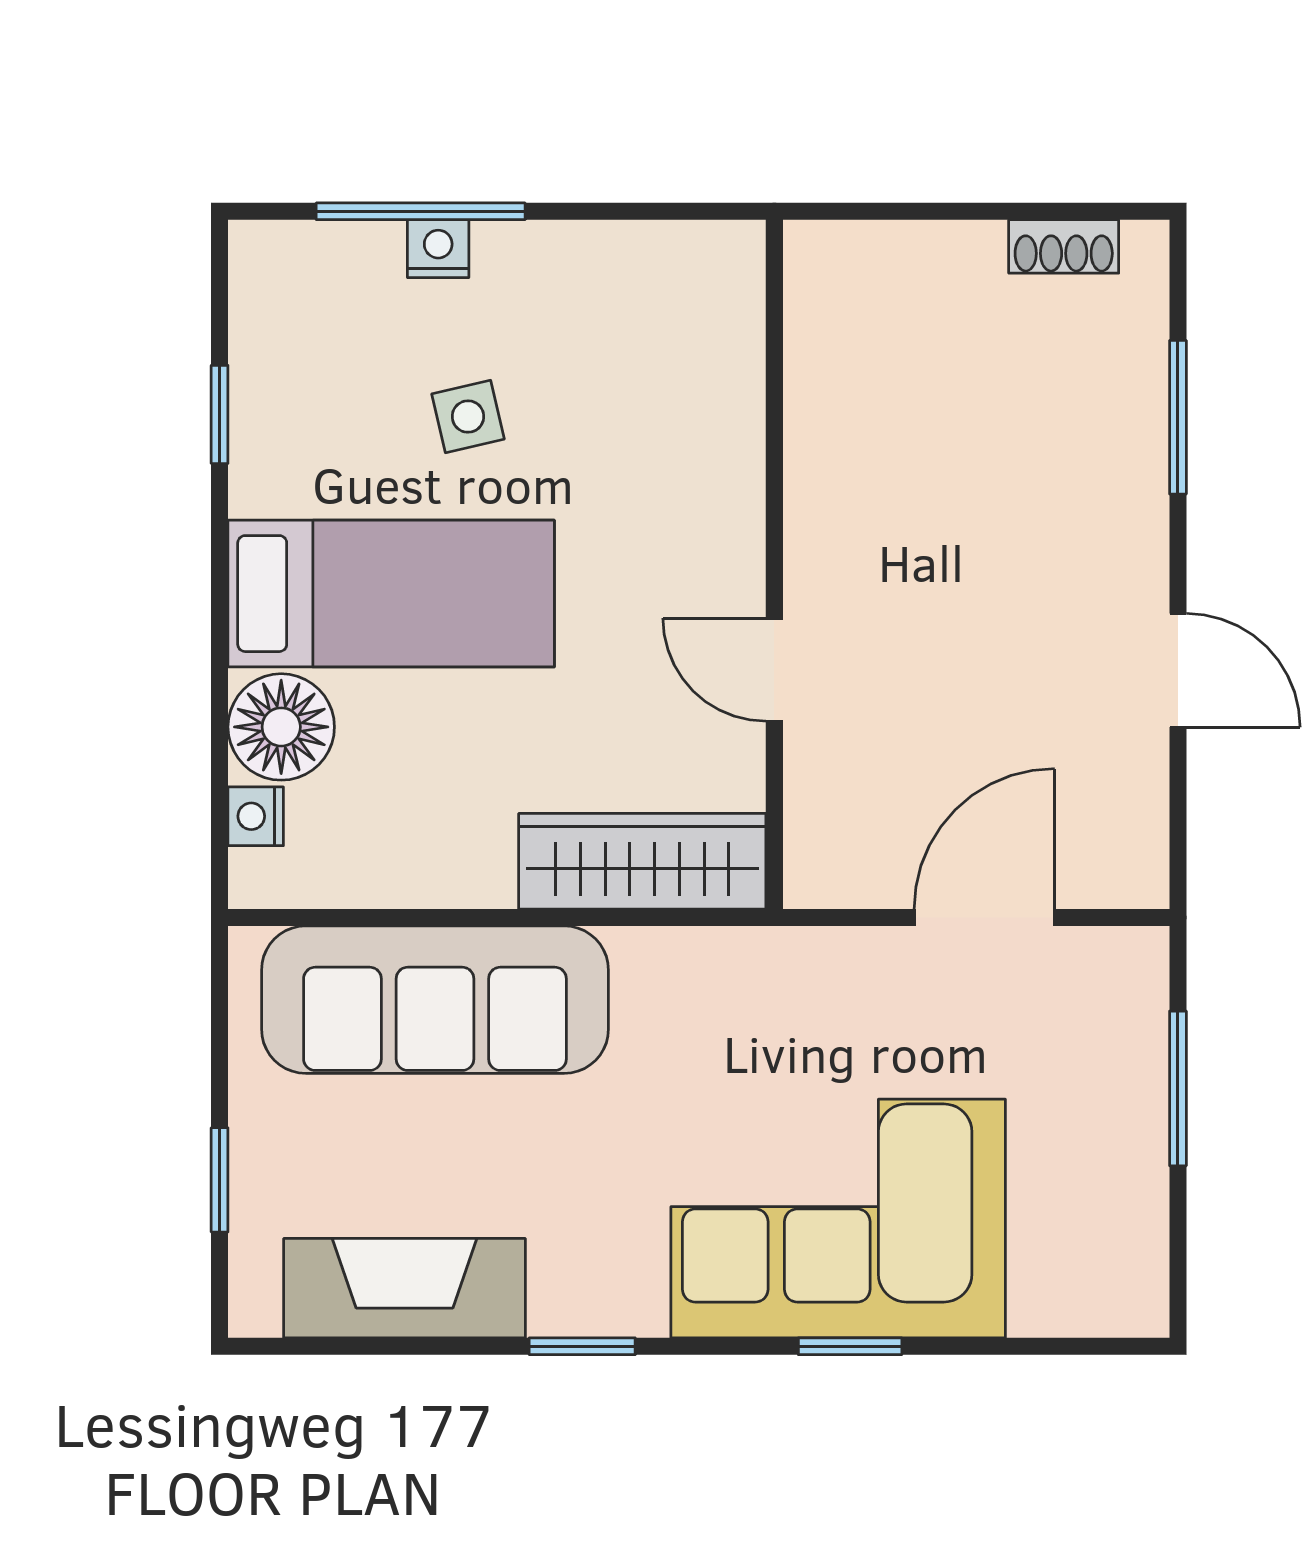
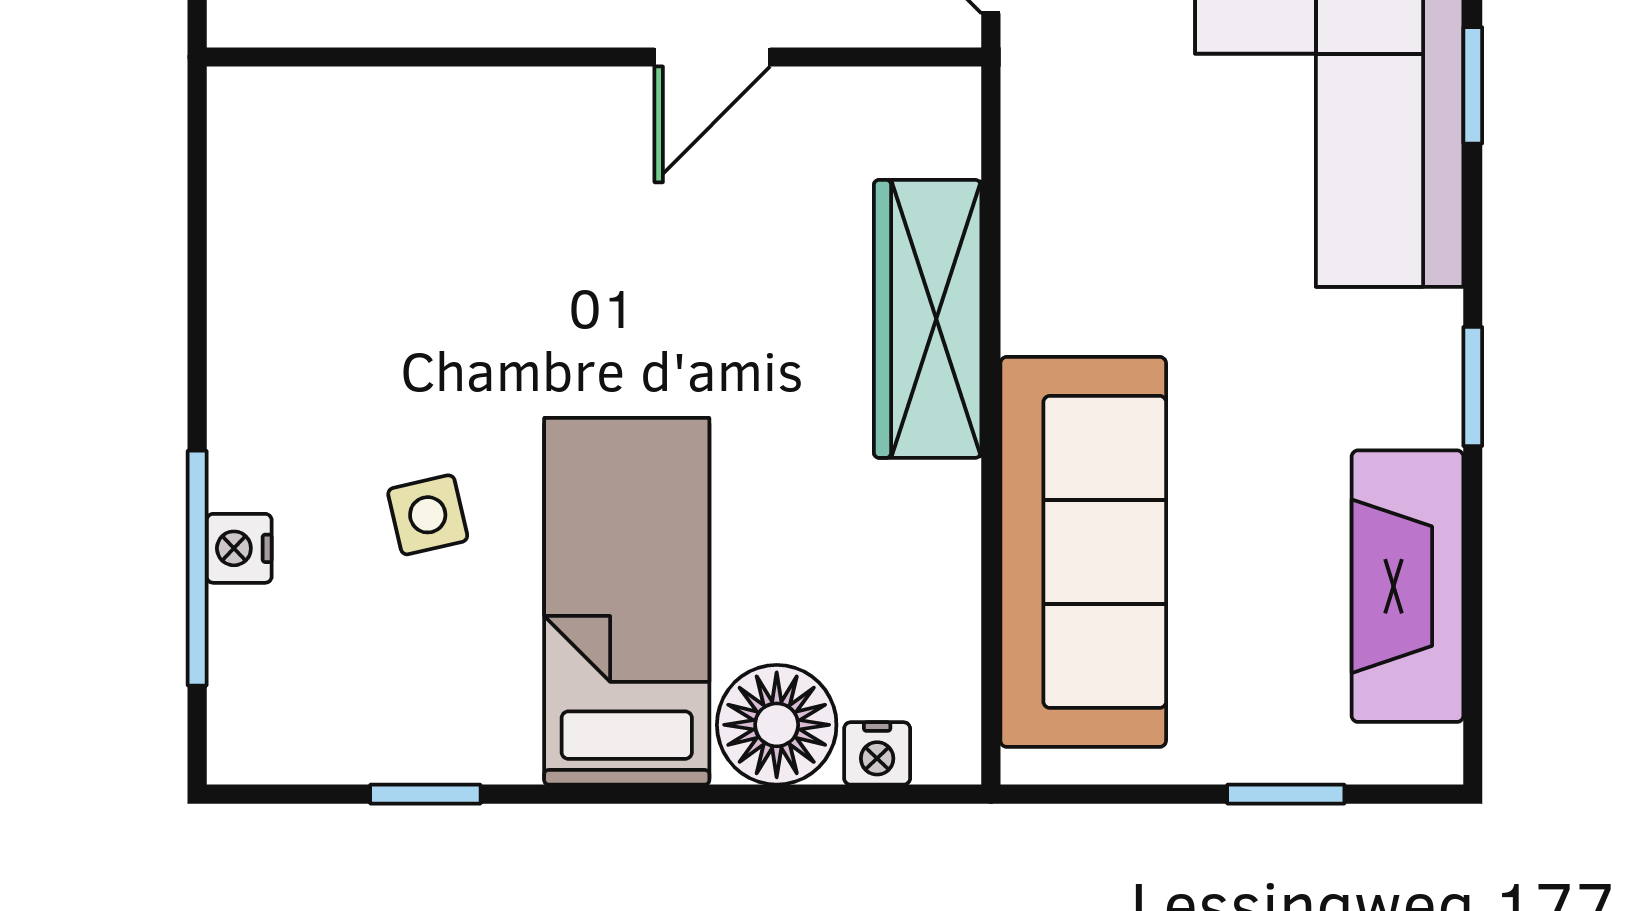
wall: (774, 564) -> (594, 57), moved
door: (774, 670) -> (712, 57), moved

